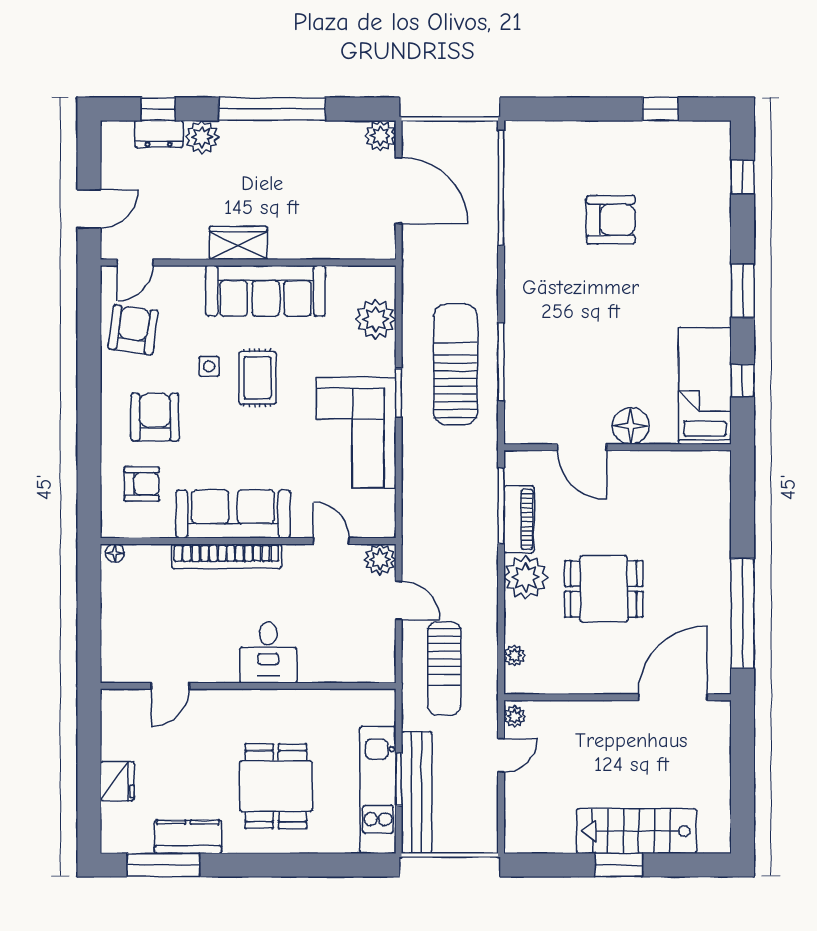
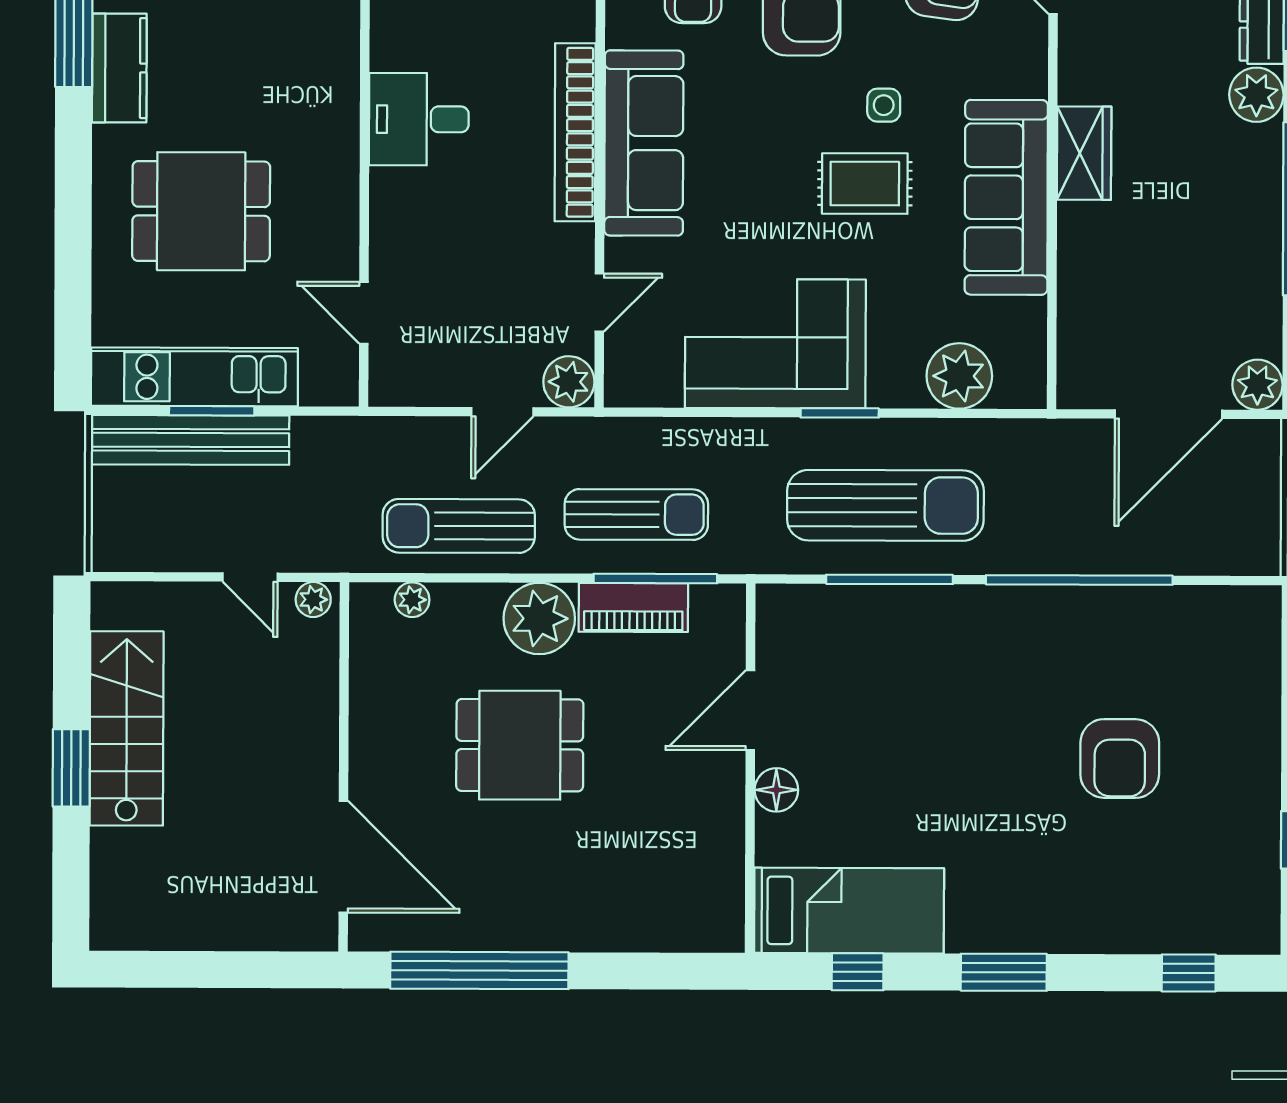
window: (501, 188) -> (1079, 580), moved
floor lamp: (631, 426) -> (776, 790), width x0.73, depth x0.73
sun lounger: (462, 518) -> (636, 514), added
dining table: (604, 589) -> (520, 745), turned 90
desk: (268, 652) -> (419, 119), moved
sun lounger: (444, 668) -> (459, 526), moved
door: (170, 686) -> (364, 313), moved
stairs: (636, 831) -> (127, 728), moved

